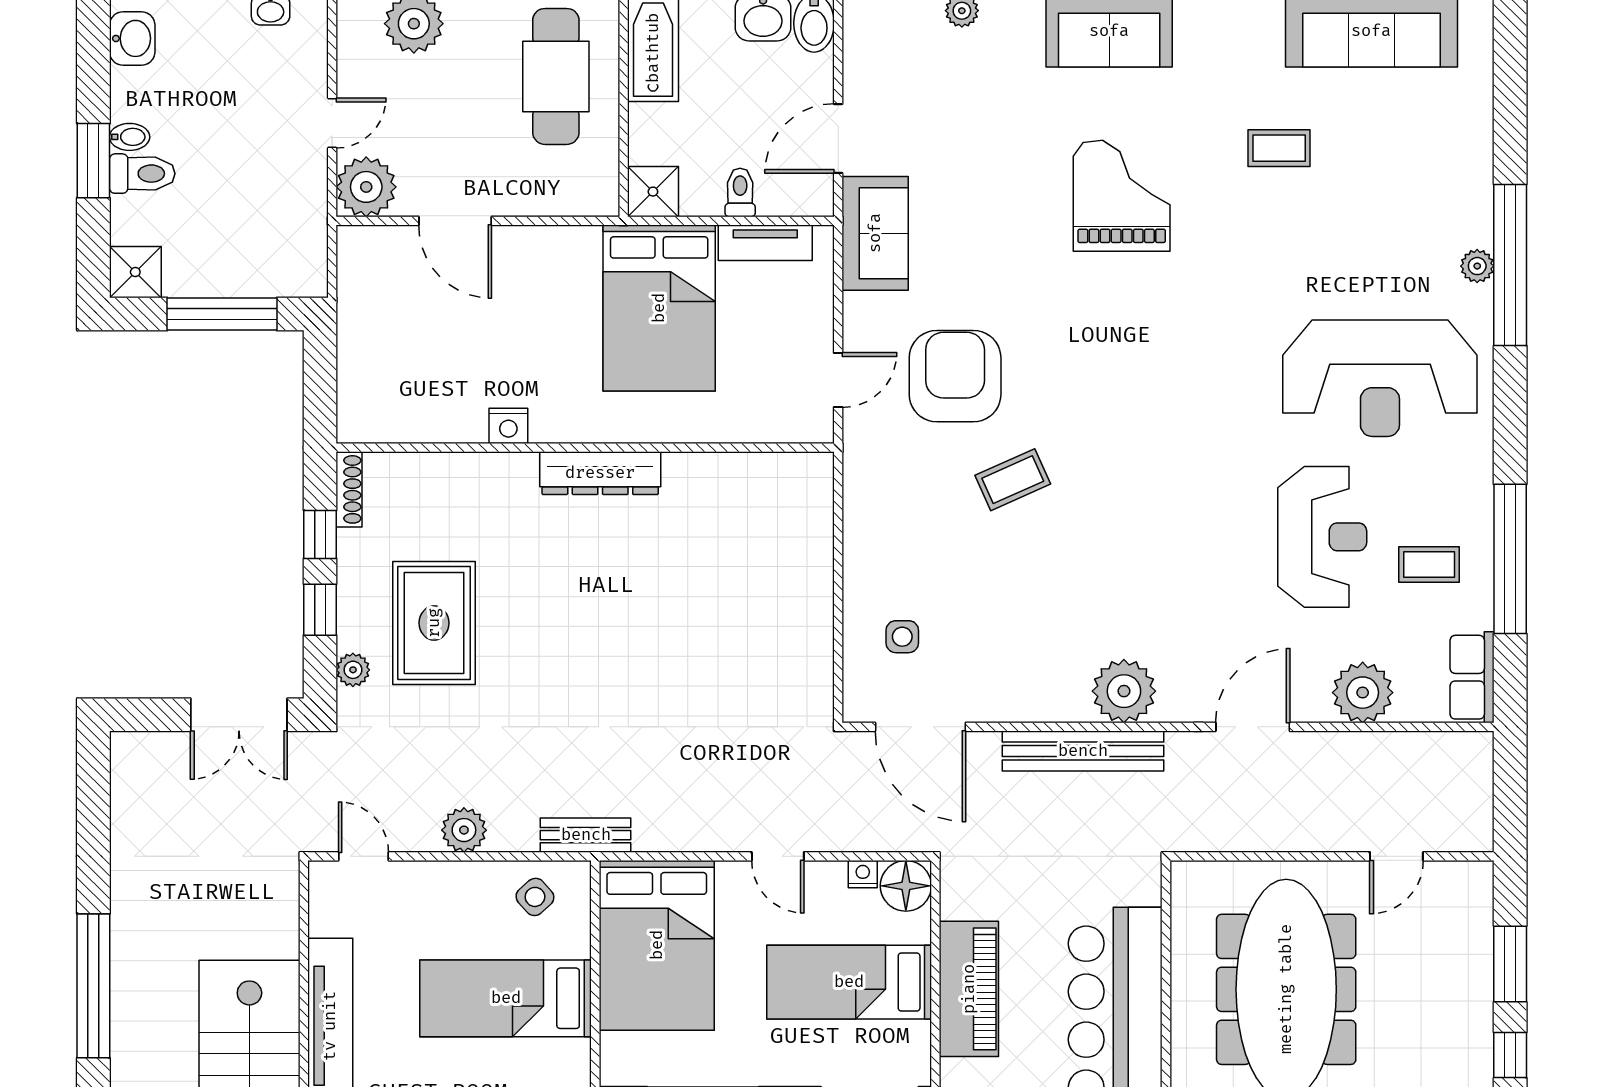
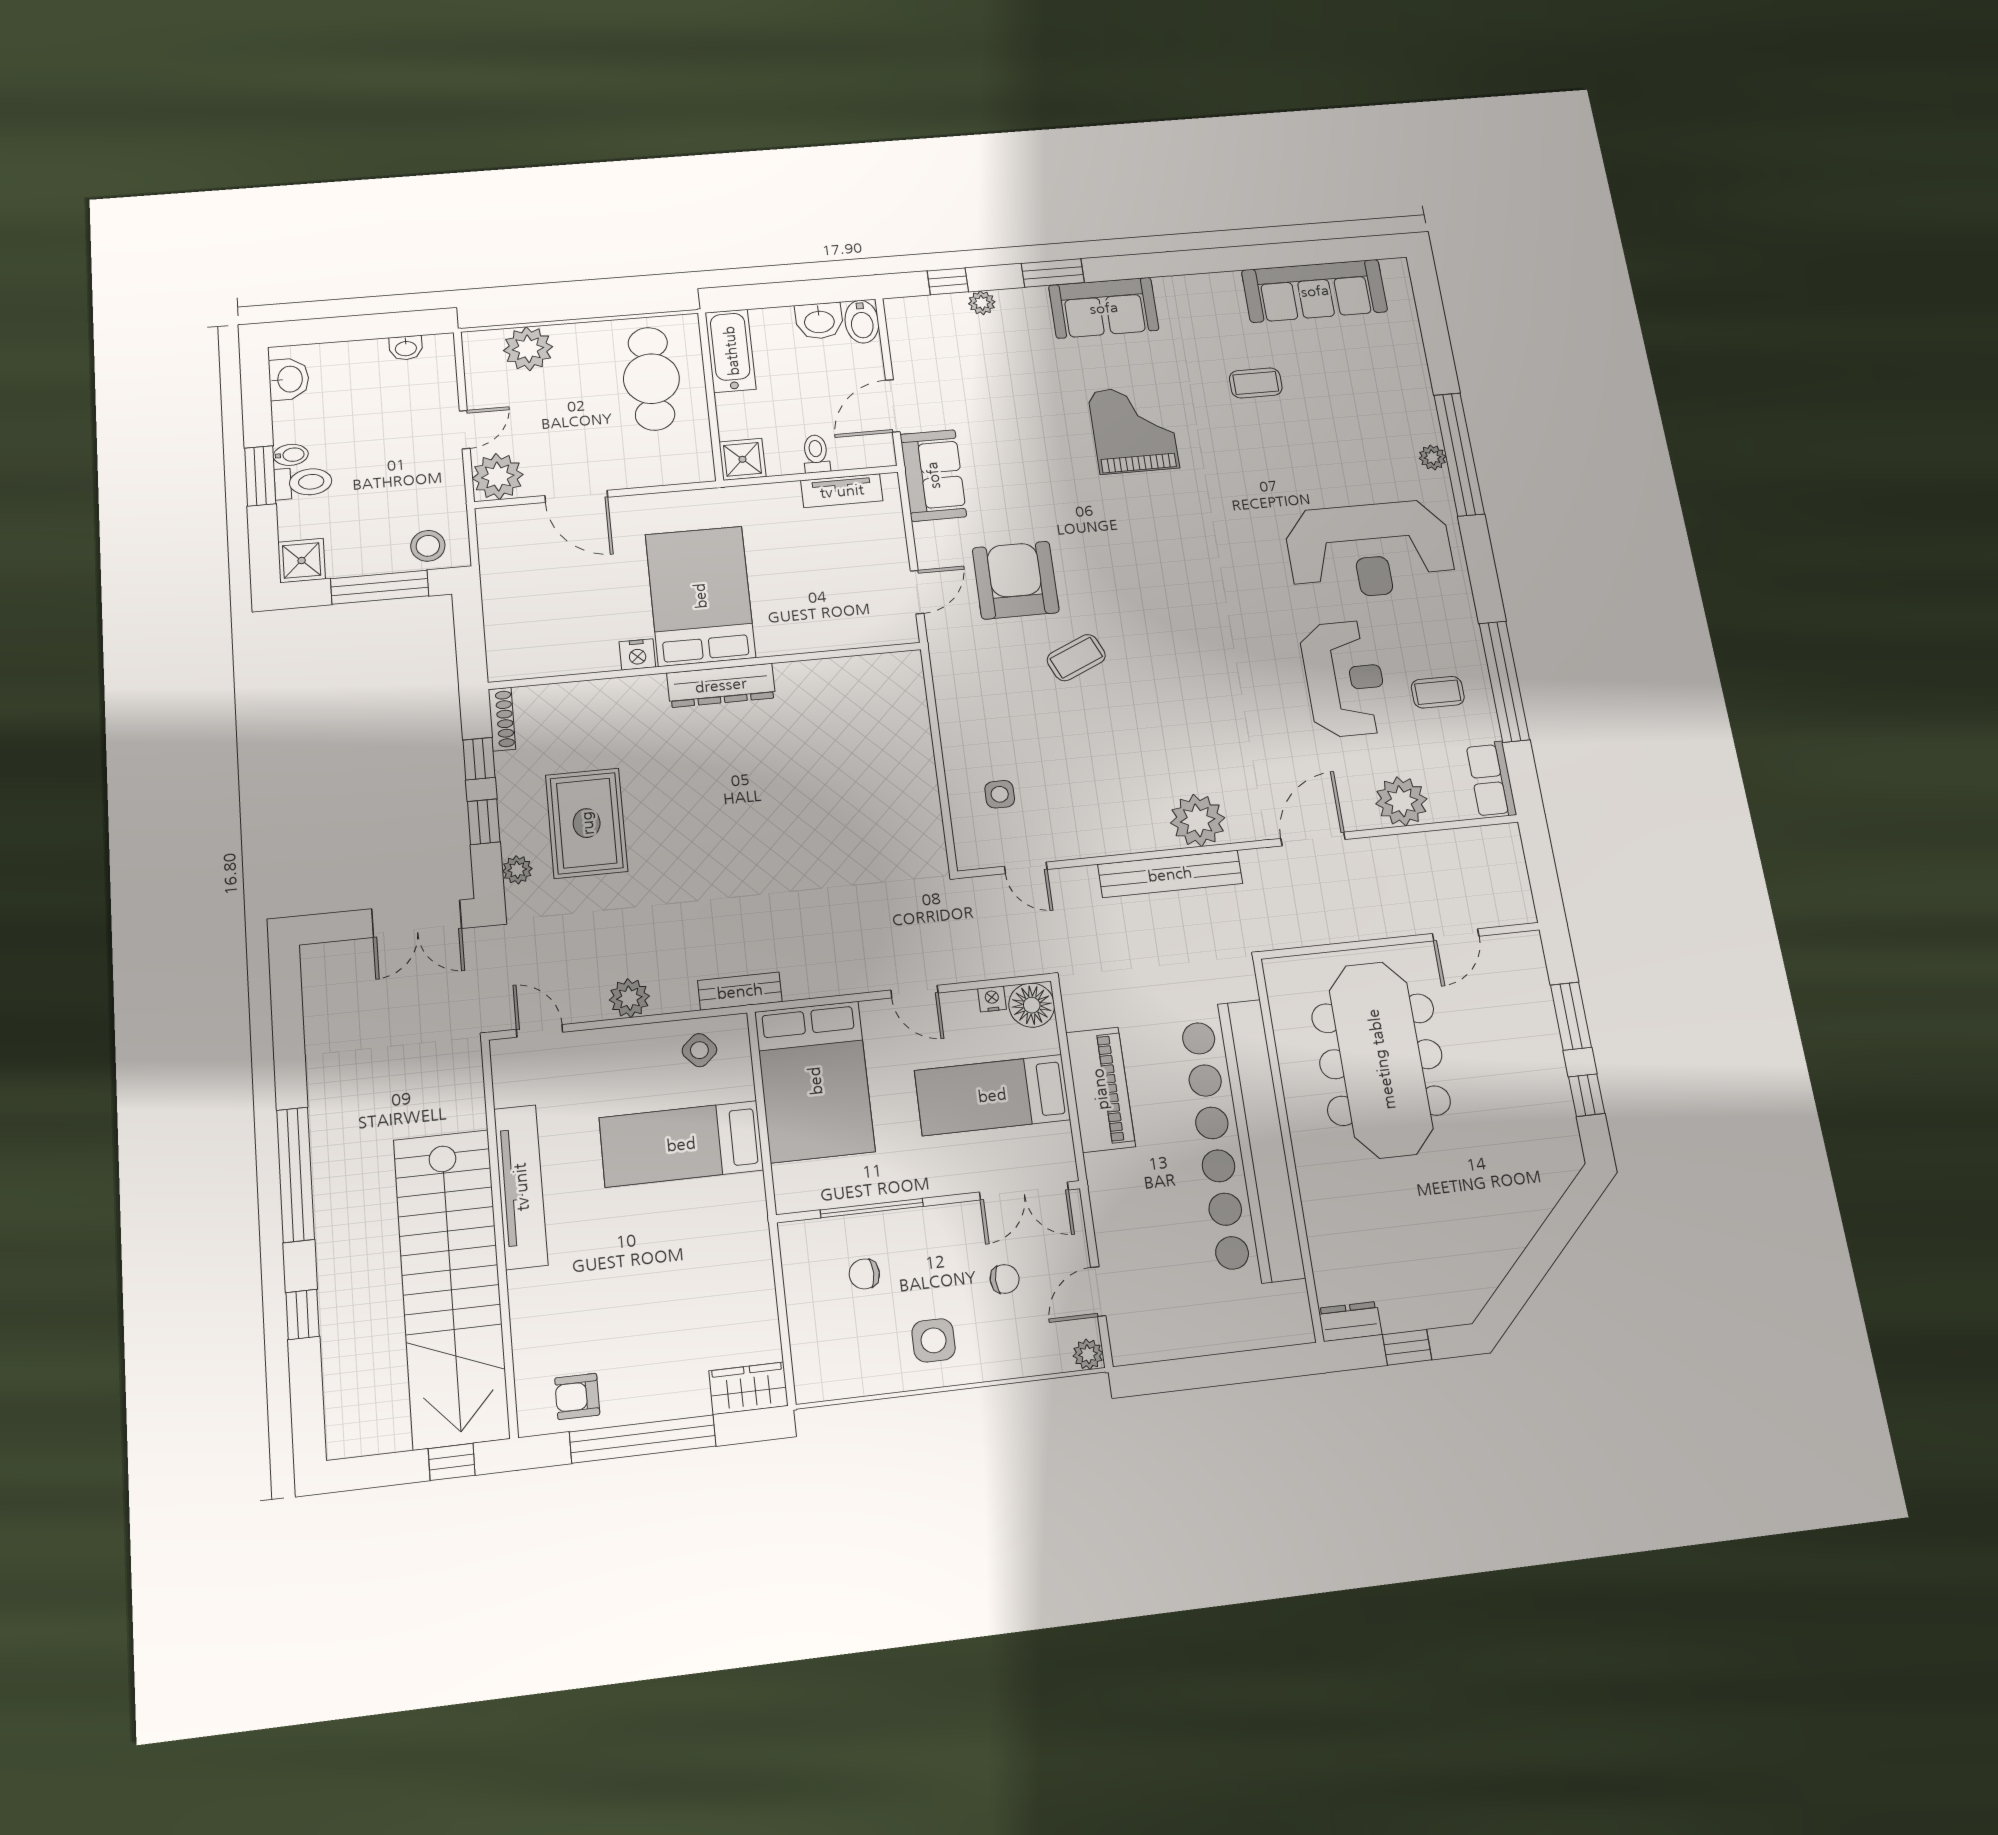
stool: (280, 267) -> (428, 546), added
bed: (659, 308) -> (700, 596), moved, turned 180
door: (920, 727) -> (1026, 868), width x0.53

